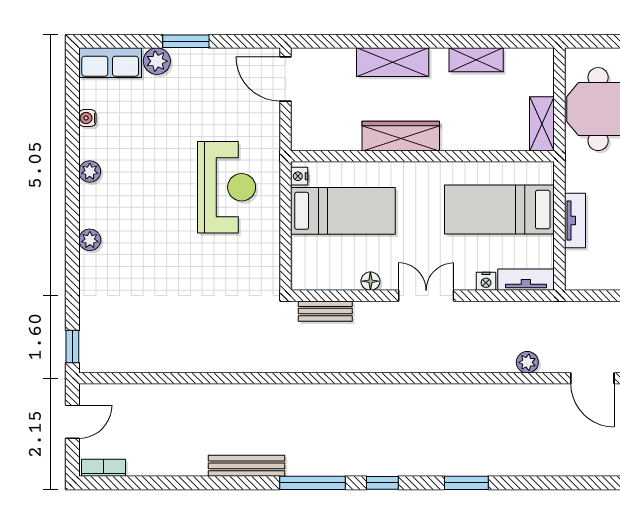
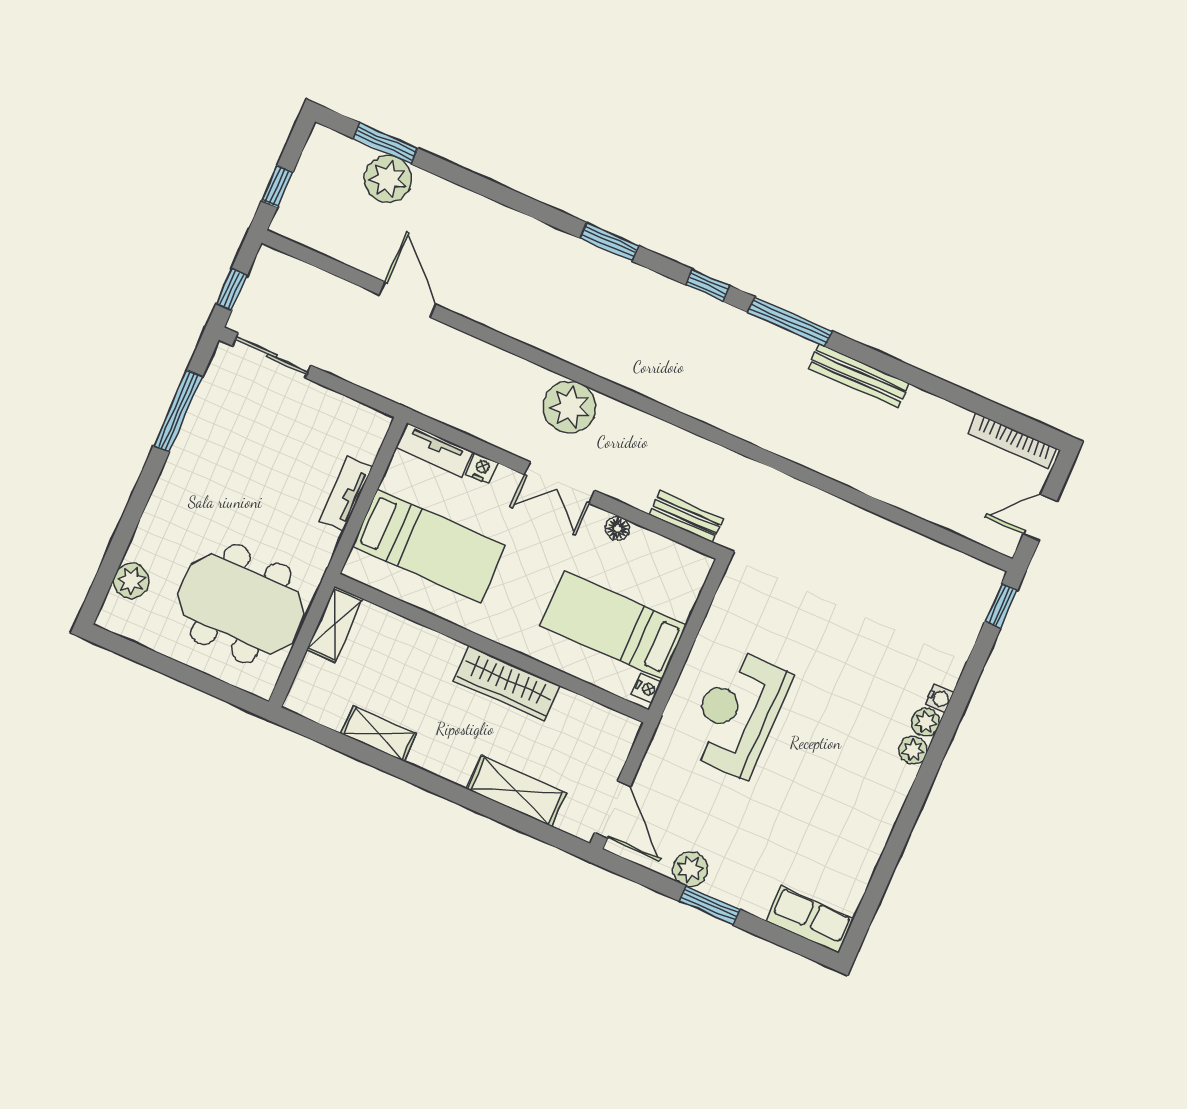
plant: (157, 61) -> (690, 869), moved
shelving: (393, 62) -> (516, 791), moved
water cooler: (87, 118) -> (939, 698), moved
plant: (90, 171) -> (913, 750), moved
plant: (527, 362) -> (570, 407), moved, width x1.88, depth x1.88
bookcase: (103, 468) -> (1013, 441), width x1.56

